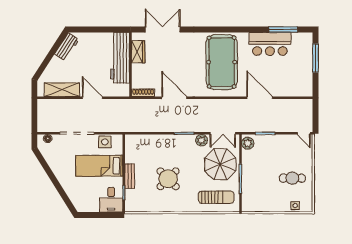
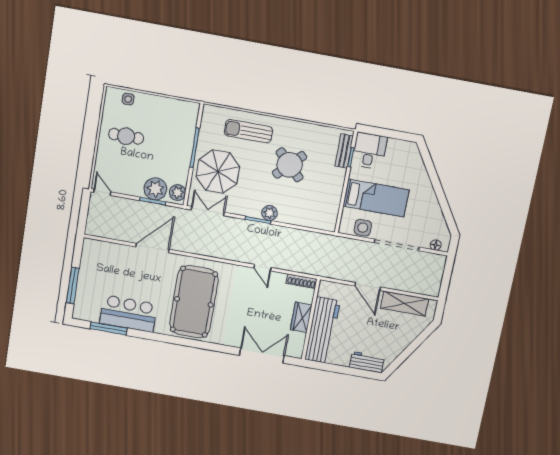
double door: (163, 29) -> (262, 355), swing flipped
workbench: (67, 47) -> (367, 362), moved, turned 57
wardrobe: (138, 52) -> (301, 317), moved
door: (174, 98) -> (262, 268), width x0.53
door: (260, 98) -> (152, 248), swing flipped
plant: (201, 140) -> (270, 213), moved
plant: (265, 143) -> (155, 189), added
bench: (130, 176) -> (344, 151), moved
sun lounger: (216, 197) -> (248, 131), moved

